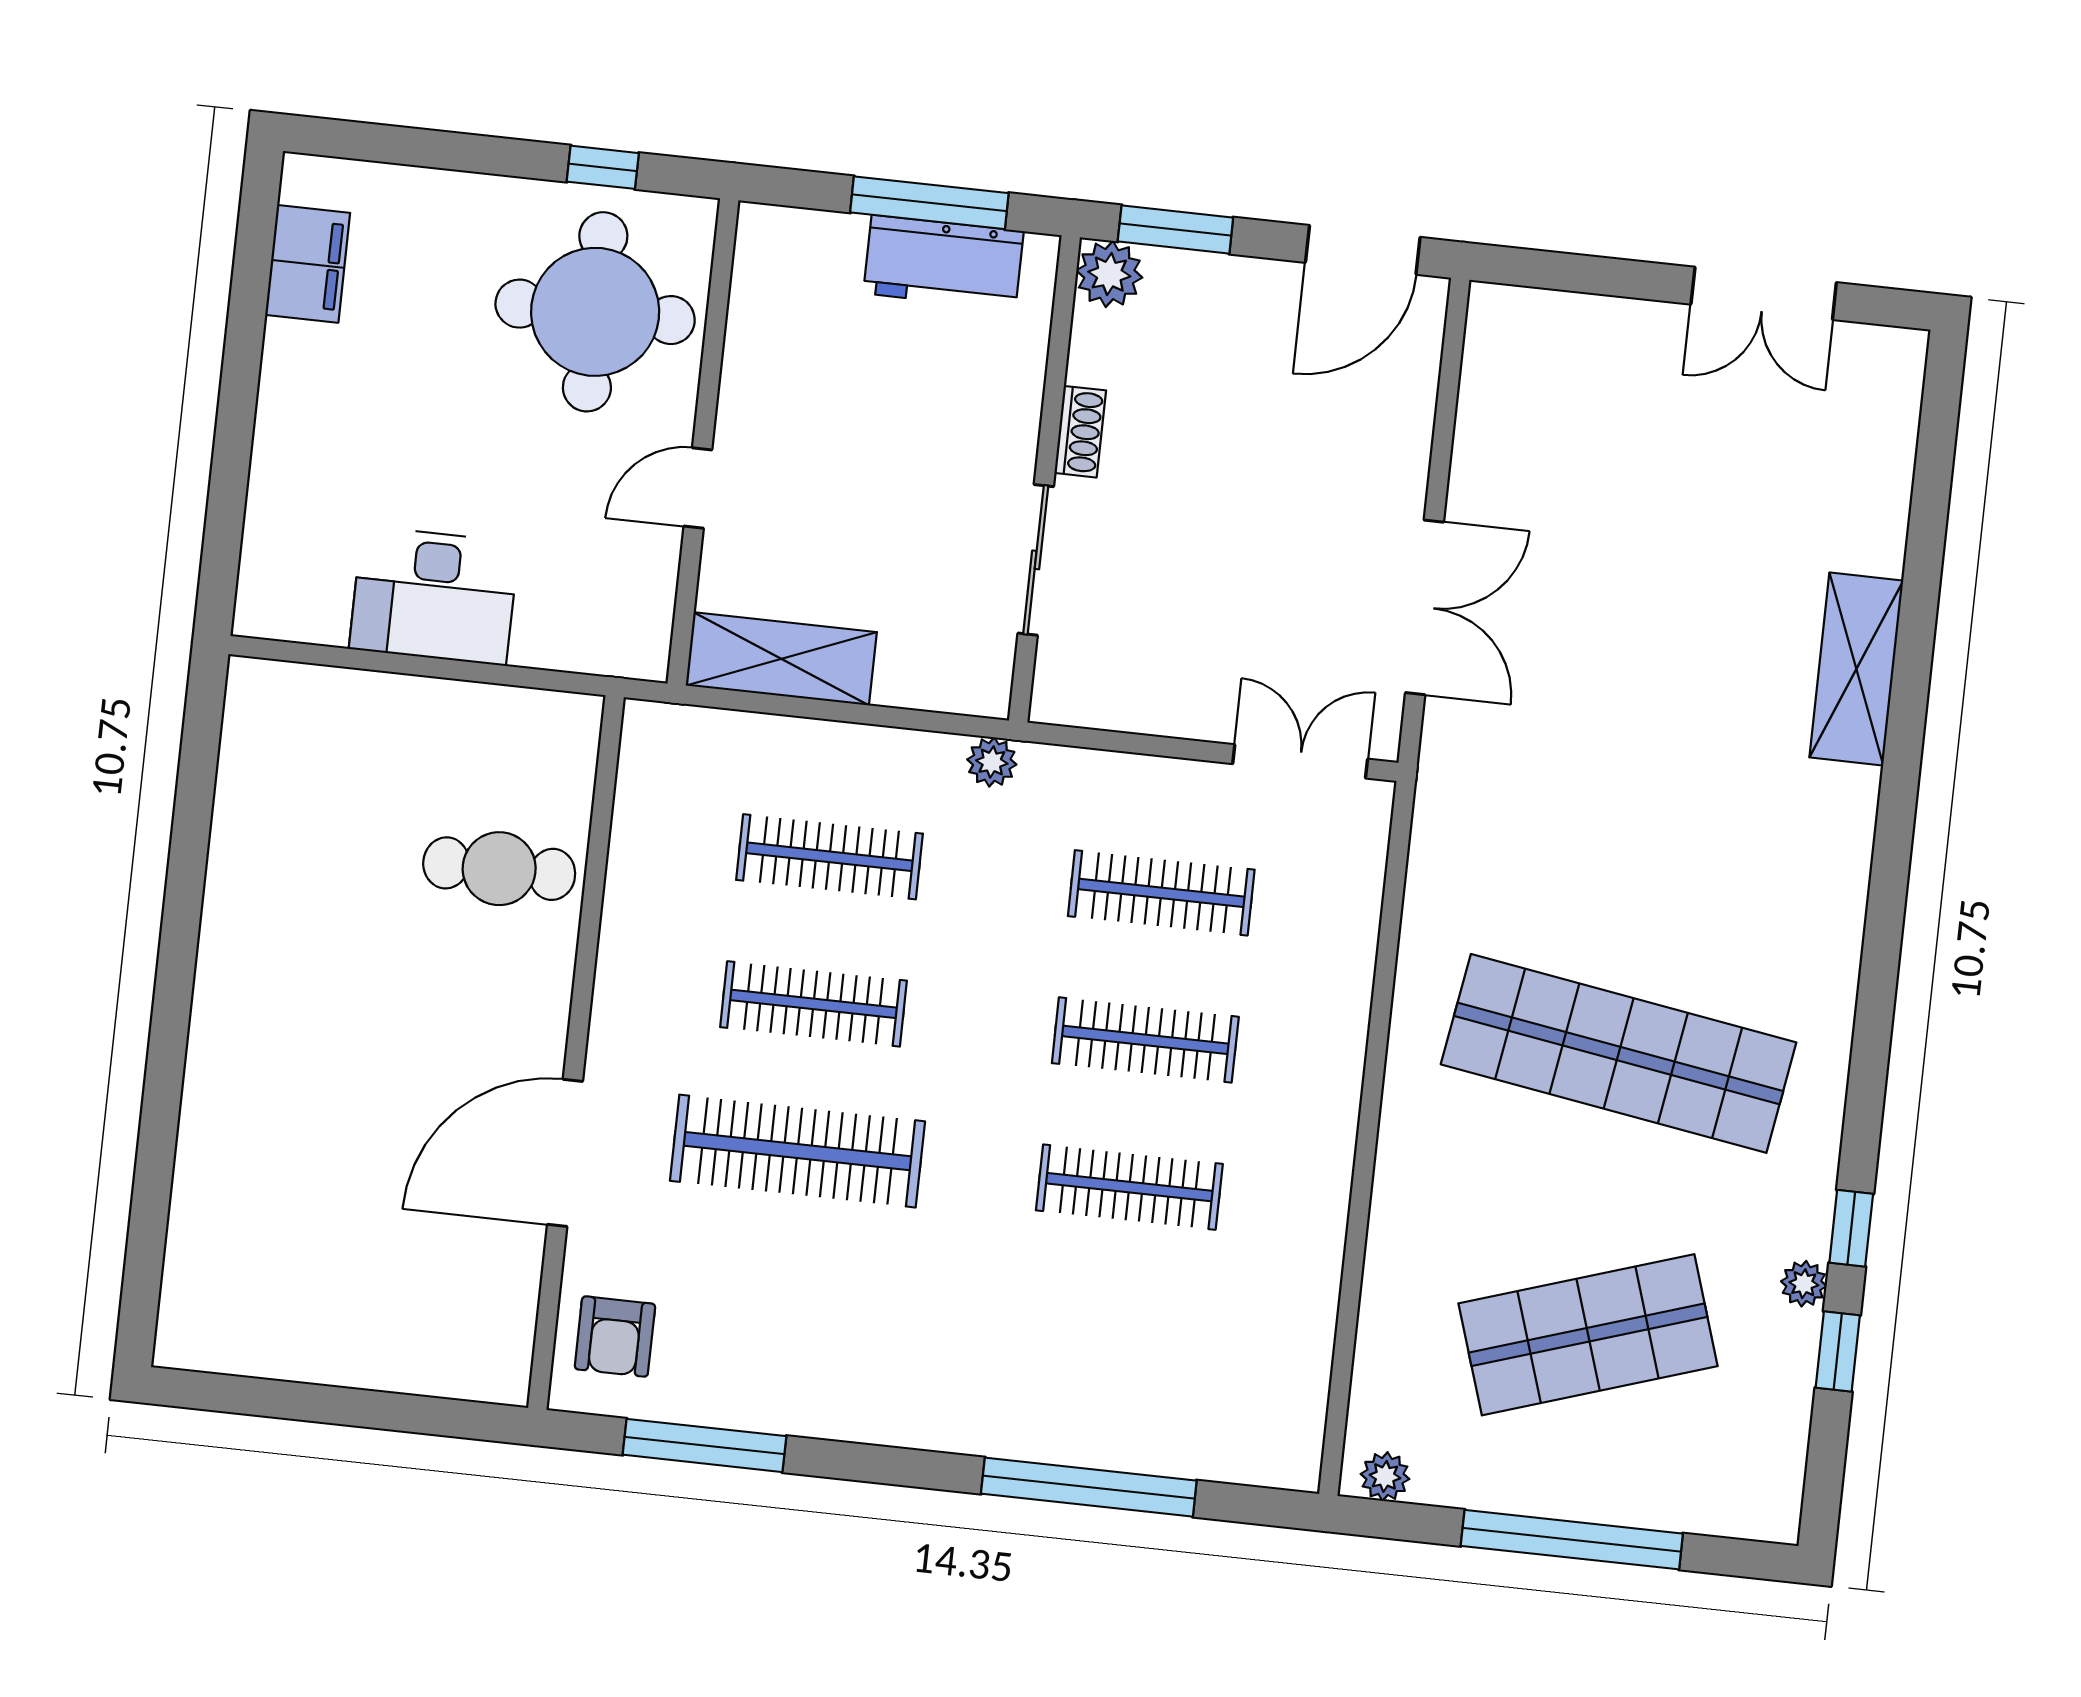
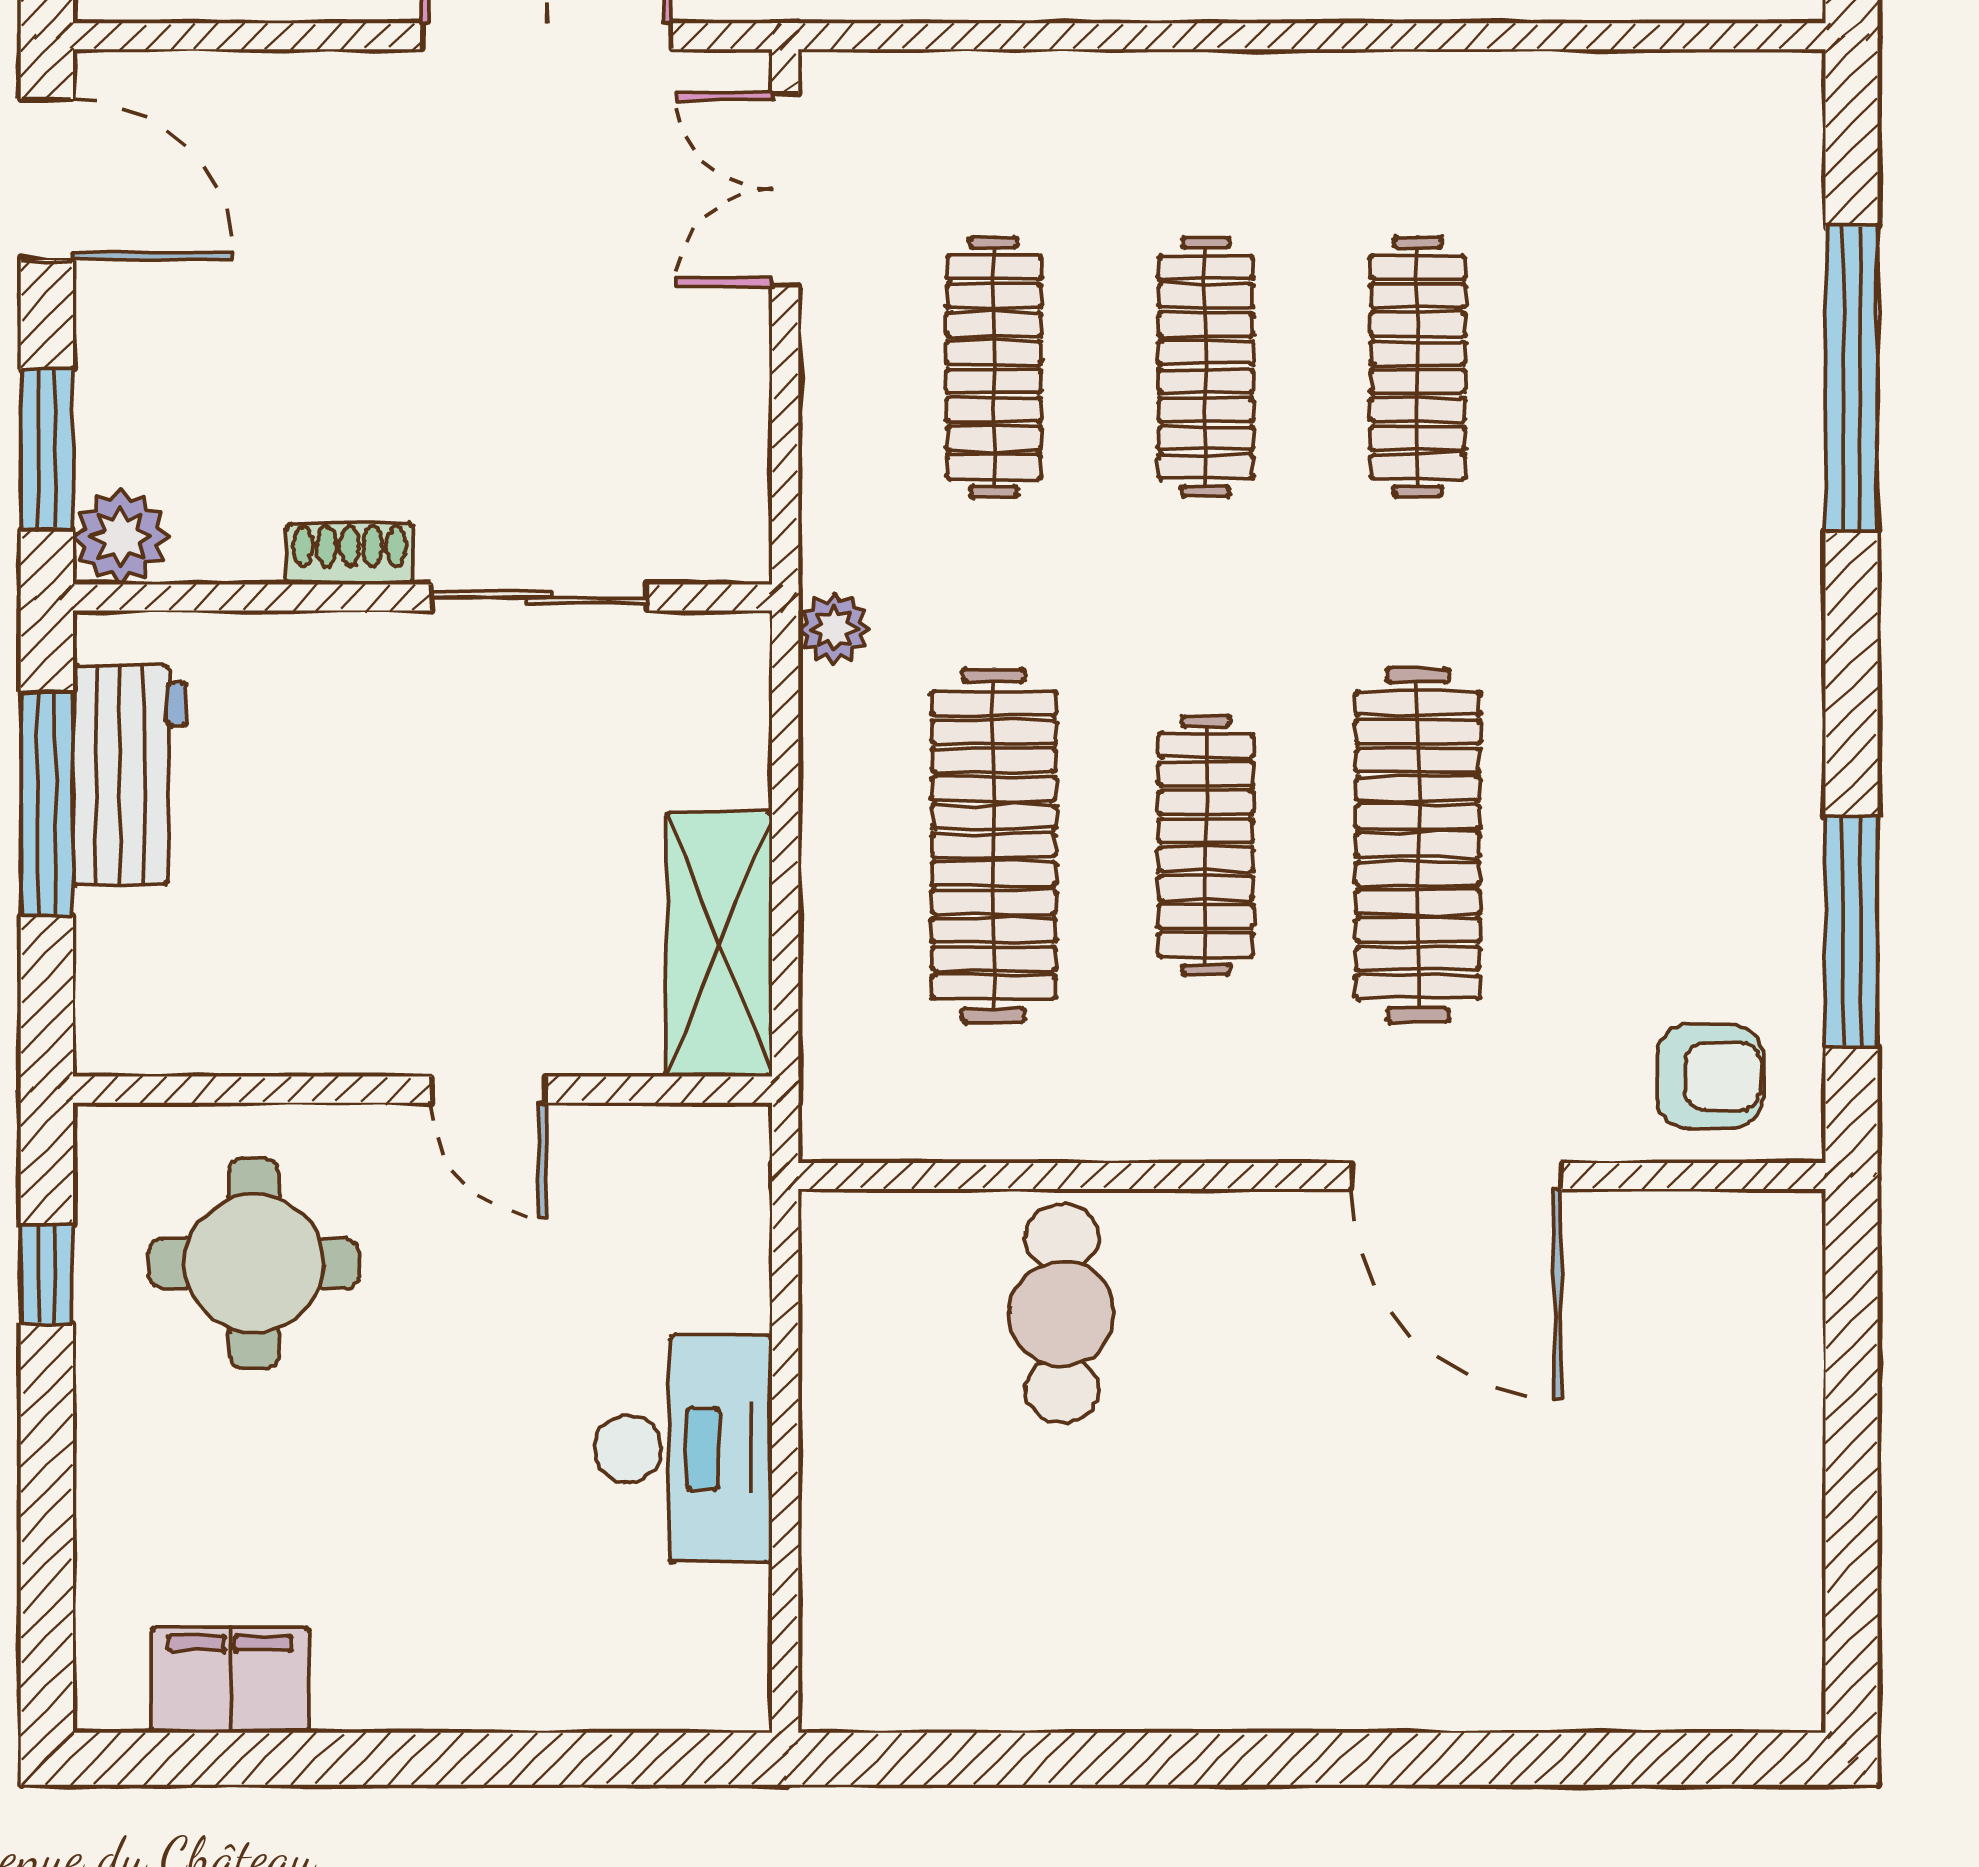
round table: (595, 312) -> (254, 1263), width x0.73, depth x0.73
clothes rail: (829, 857) -> (994, 845), width x1.37, depth x1.31

